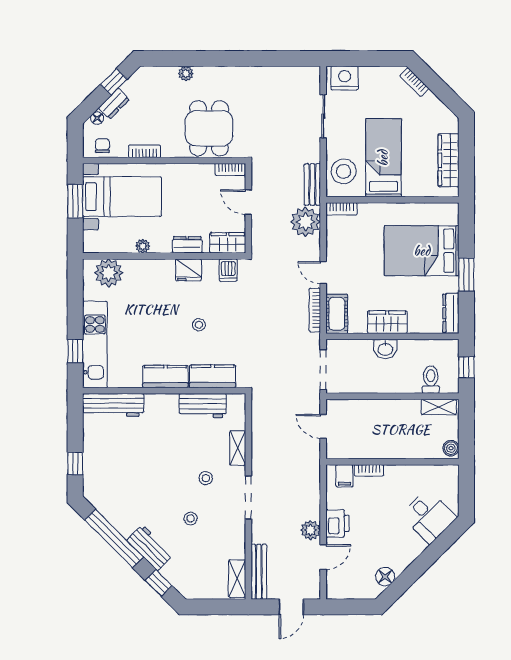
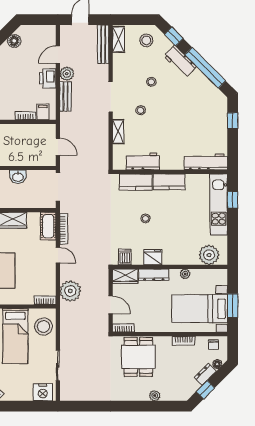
bench: (312, 184) -> (65, 96), moved
dresser: (187, 245) -> (154, 275), width x1.44
washbasin: (385, 349) -> (18, 177), moved, turned 180
stool: (198, 577) -> (146, 40), added

